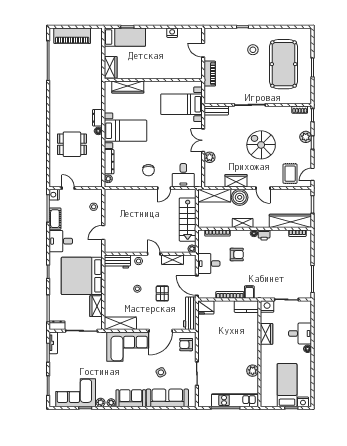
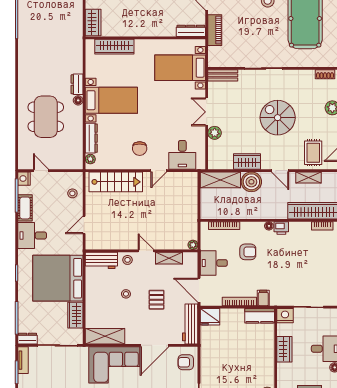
dresser: (190, 74) -> (191, 31), added
dining table: (72, 144) -> (46, 117), width x1.38
stairs: (188, 220) -> (116, 182), moved, turned -90
shelving: (243, 223) -> (308, 178), moved

